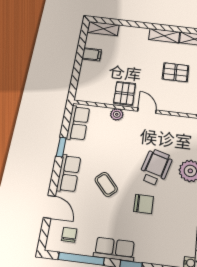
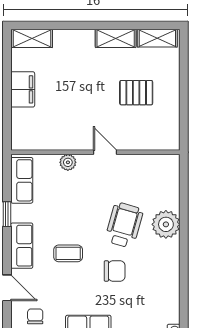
filing cabinet: (92, 54) -> (23, 89), width x2.00
pallet: (125, 93) -> (74, 132), removed
coffee table: (106, 184) -> (68, 253), turned -48

